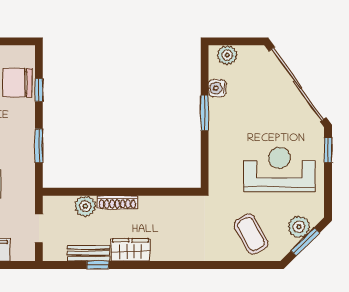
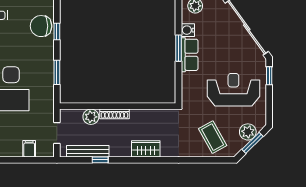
row of seats: (220, 122) -> (190, 55), added
wardrobe: (130, 250) -> (146, 149), moved
bench: (88, 253) -> (88, 151), width x1.36

